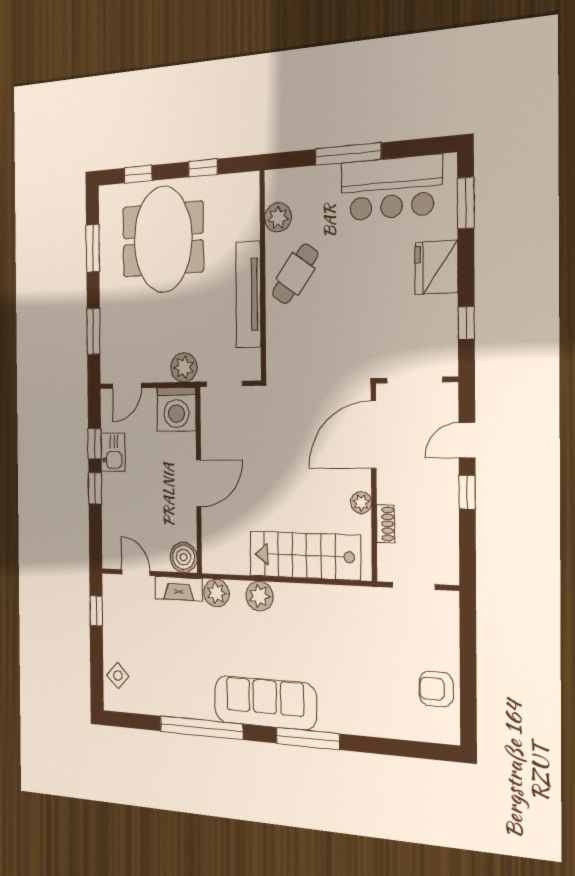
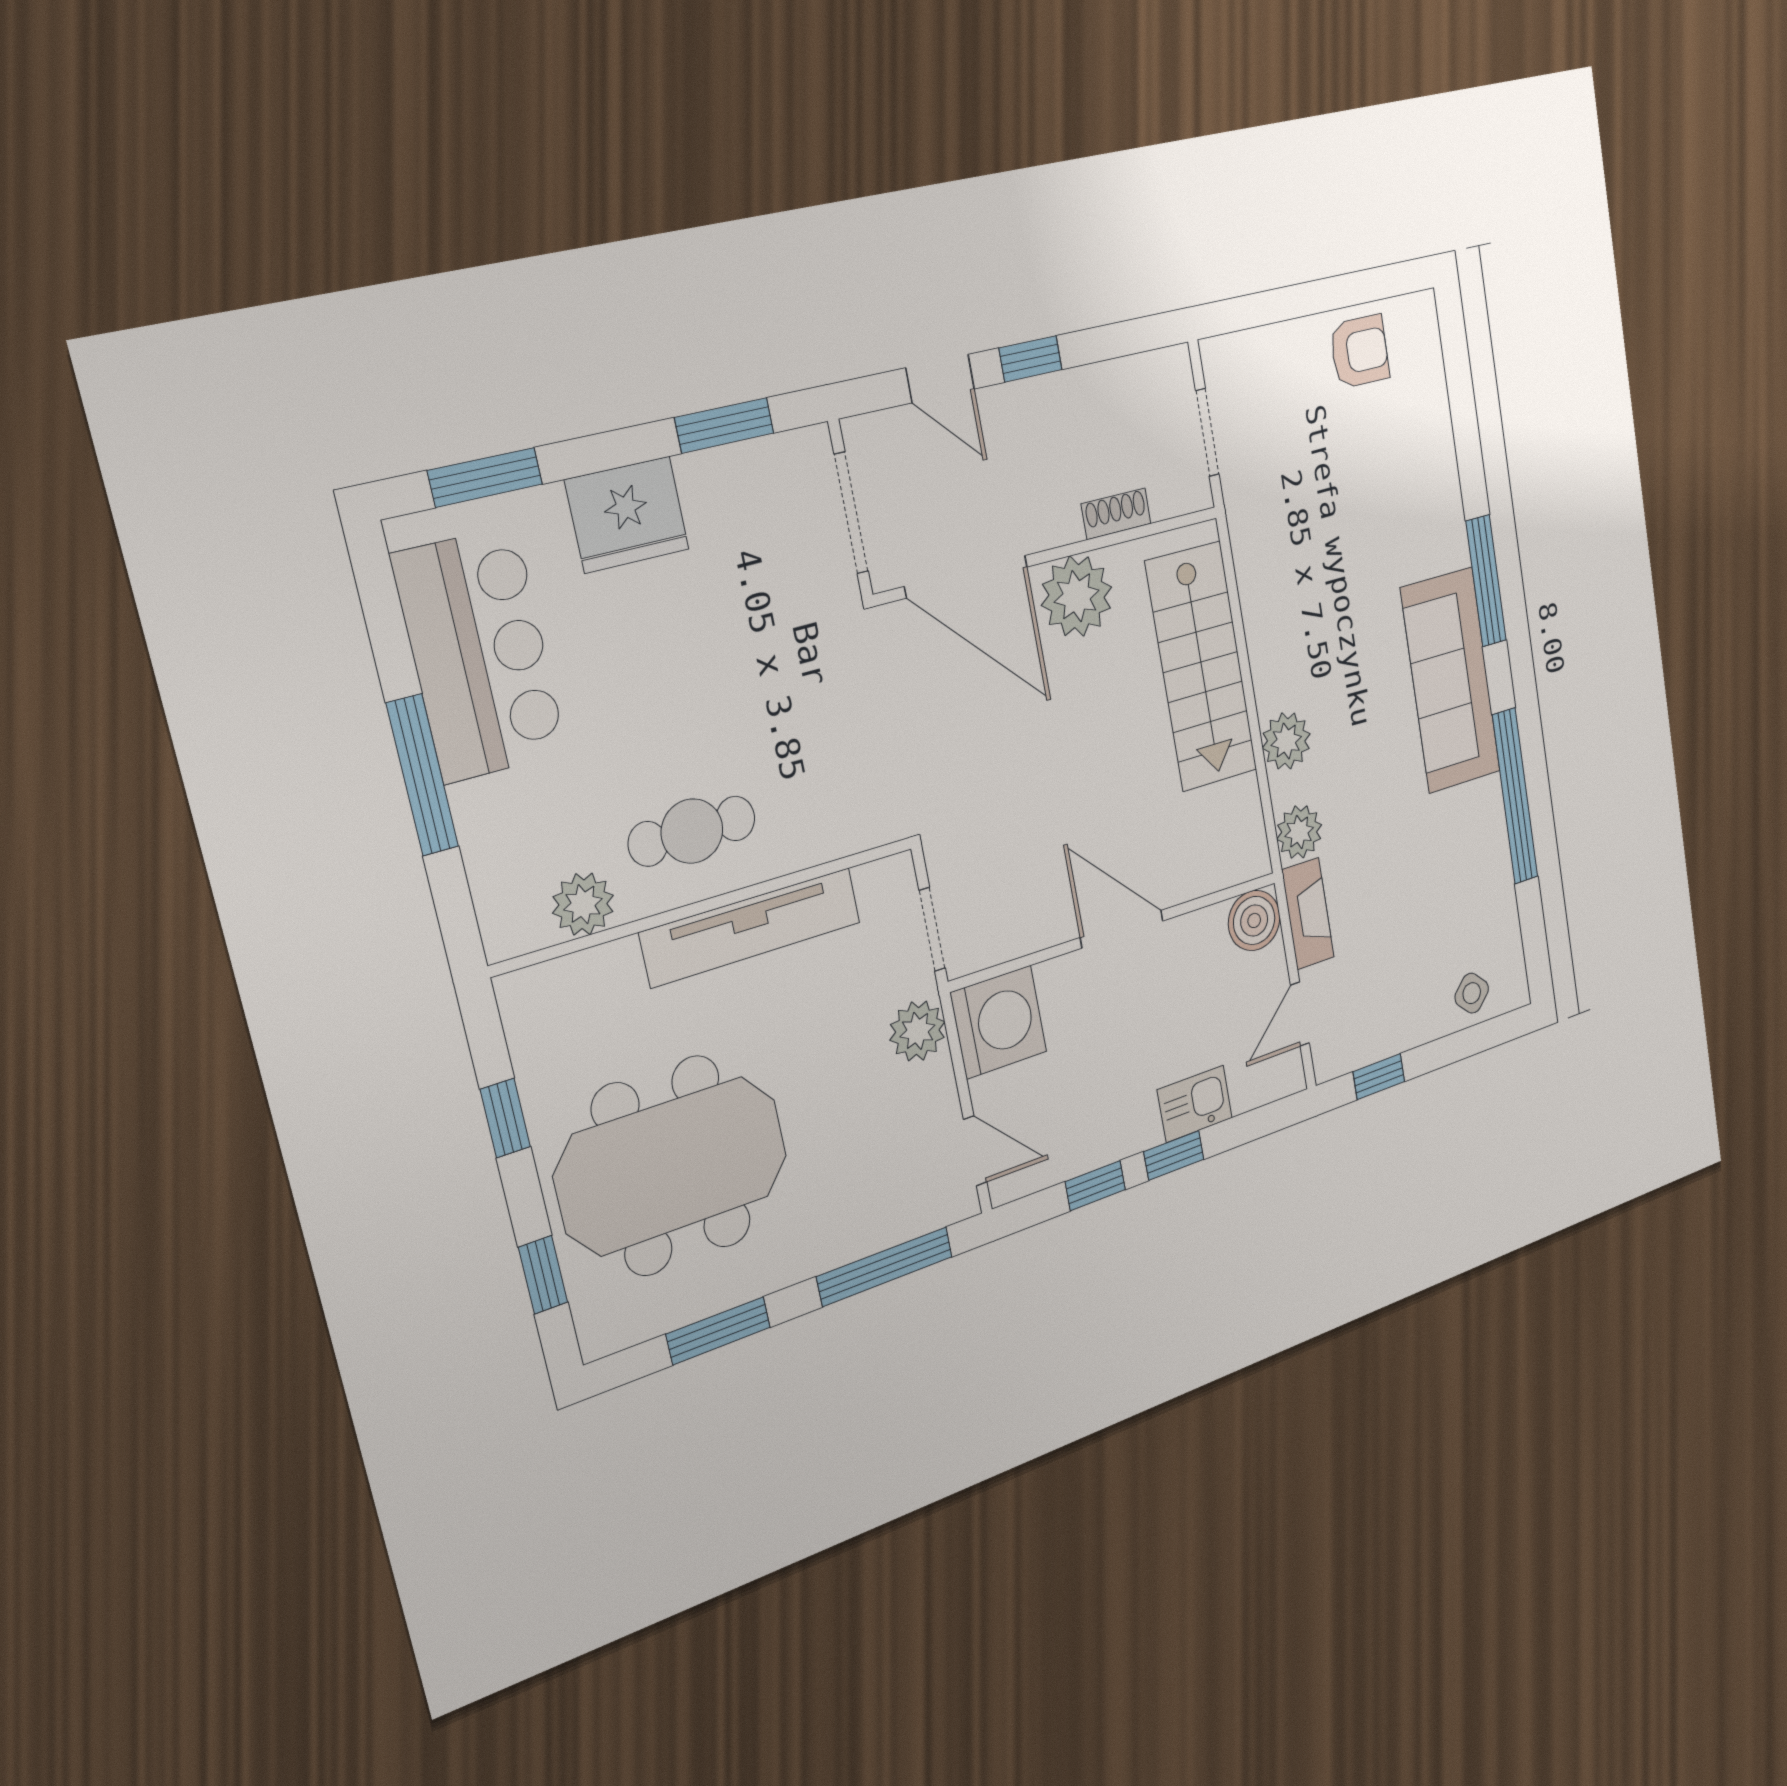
cafe table: (295, 274) -> (692, 831), turned -36
window: (466, 323) -> (724, 425), width x1.50
window: (94, 331) -> (885, 1267), width x1.44
kitchen sink: (113, 452) -> (1195, 1104), moved
plant: (361, 503) -> (1077, 596), width x1.88, depth x1.88
armchair: (436, 689) -> (1360, 351), turned -90

